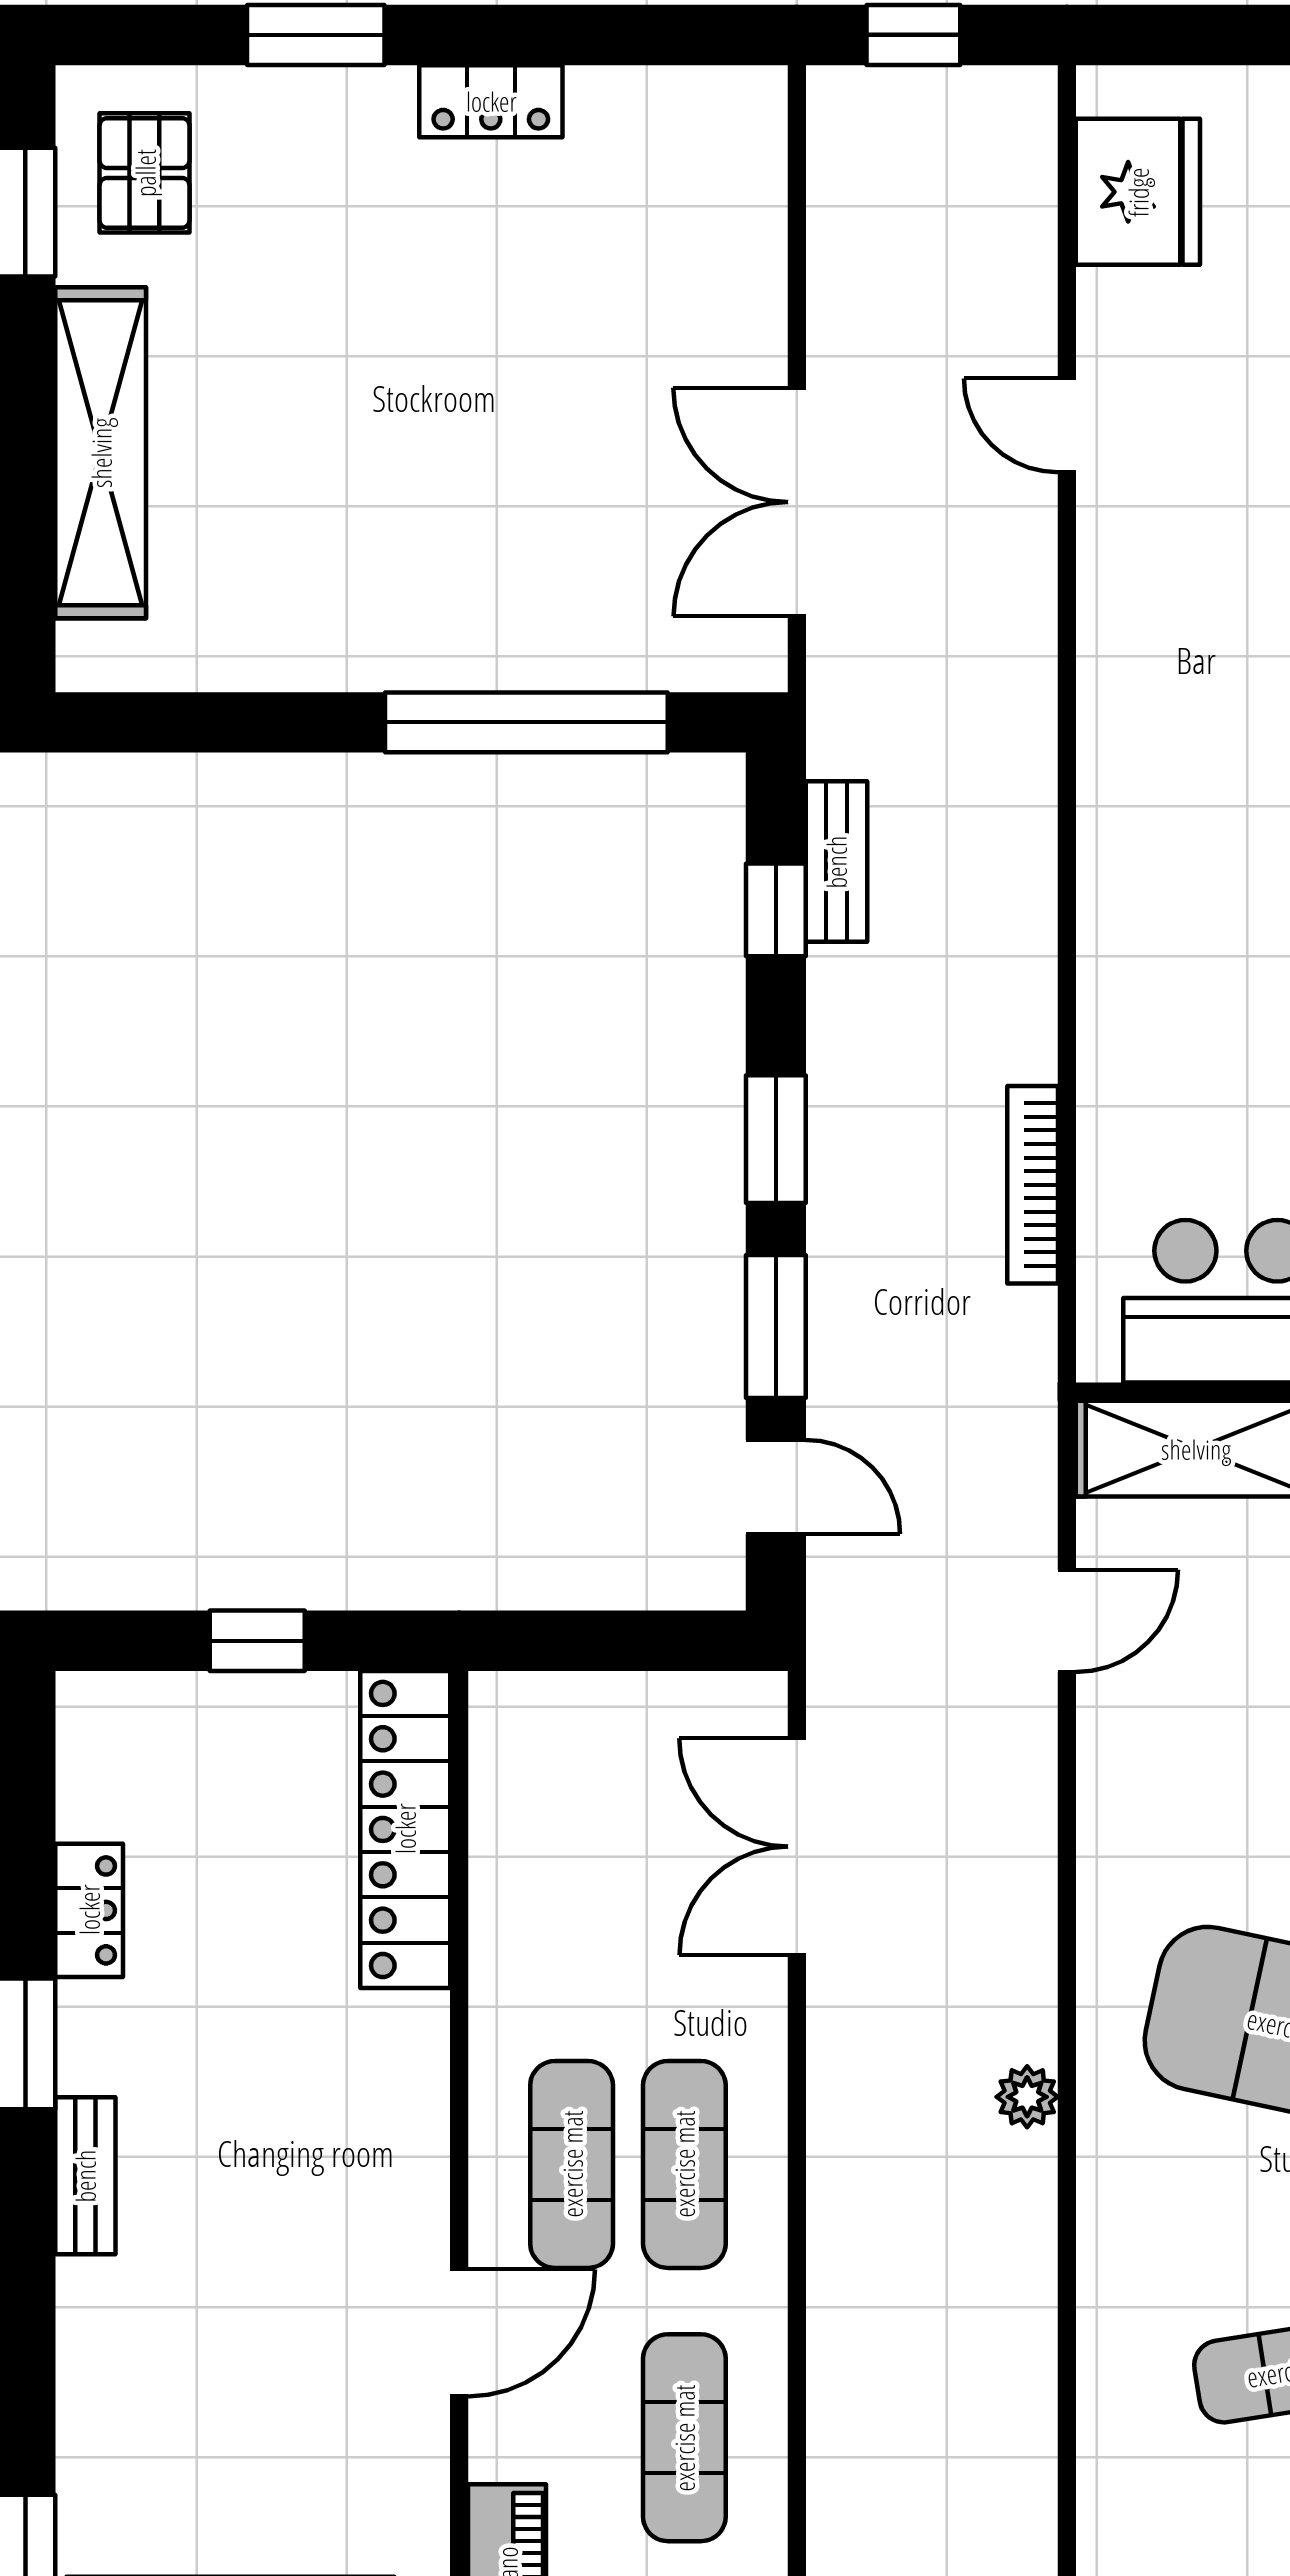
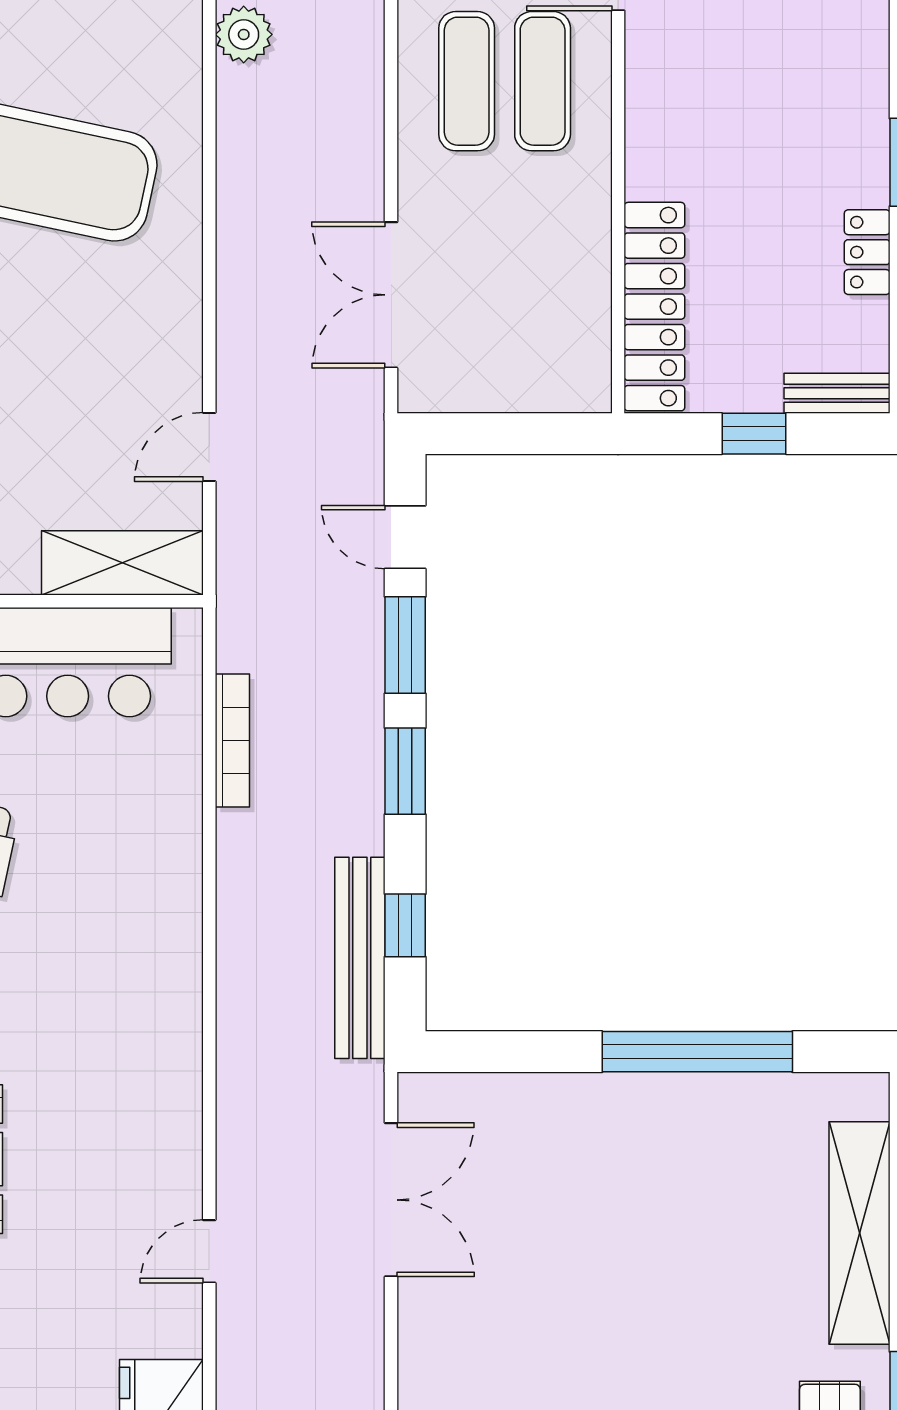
door: (1067, 425) -> (209, 1251), swing flipped
window: (526, 722) -> (697, 1052), moved
bench: (836, 862) -> (360, 958), width x1.86, depth x1.21
double door: (797, 1847) -> (391, 295), swing flipped
plant: (1027, 2097) -> (244, 34), moved, width x1.38, depth x1.38
bench: (85, 2176) -> (837, 393), moved, turned 90

